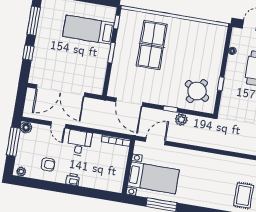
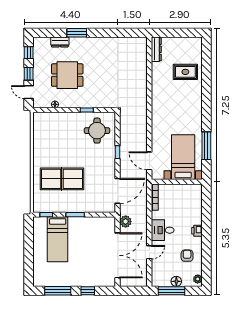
round table: (197, 91) -> (97, 131), turned -31
plant: (181, 120) -> (126, 221), moved
floor lamp: (26, 127) -> (176, 281), moved

